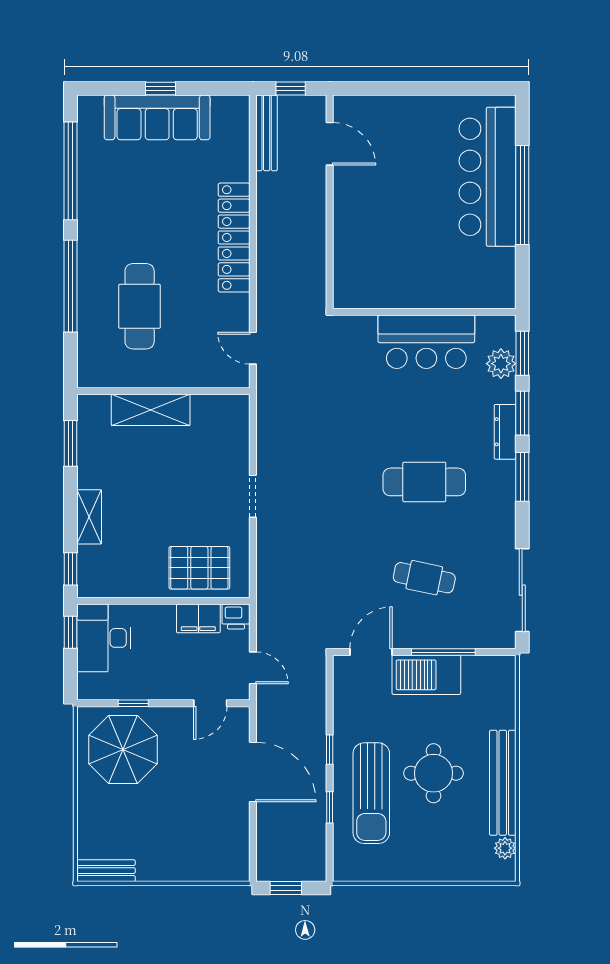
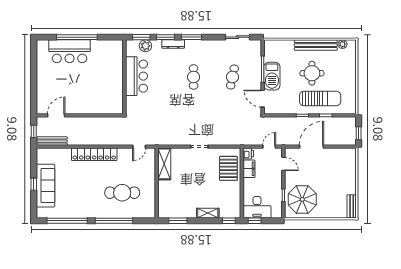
bar counter: (488, 177) -> (70, 51), width x0.73
shelving: (151, 410) -> (164, 164), moved
cafe table: (424, 482) -> (194, 77), width x0.73, depth x0.74
sliding door: (522, 590) -> (238, 37), width x0.73

